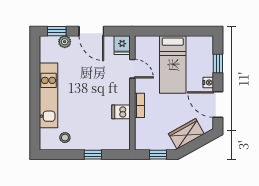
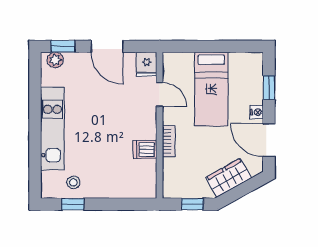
plant: (65, 42) -> (55, 60), moved
window: (93, 155) -> (73, 204), moved

